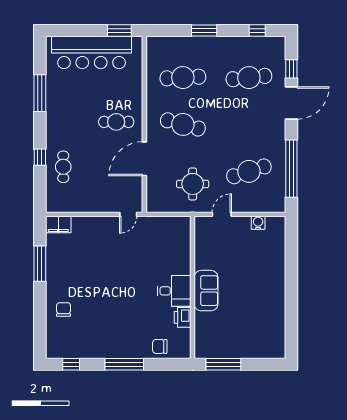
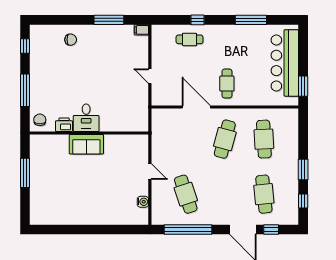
window: (204, 31) -> (303, 169), moved
round table: (193, 184) -> (175, 147), removed
door: (128, 214) -> (150, 76), moved
filing cabinet: (58, 225) -> (141, 30), width x0.50
wall: (193, 287) -> (89, 133), moved
desk: (174, 291) -> (86, 118), moved
sofa: (206, 291) -> (86, 144), moved
printer: (183, 317) -> (64, 125), moved

